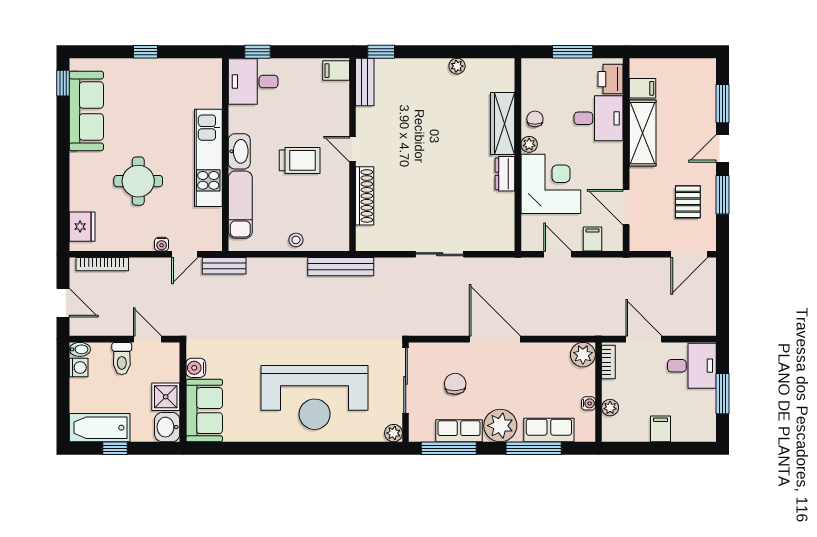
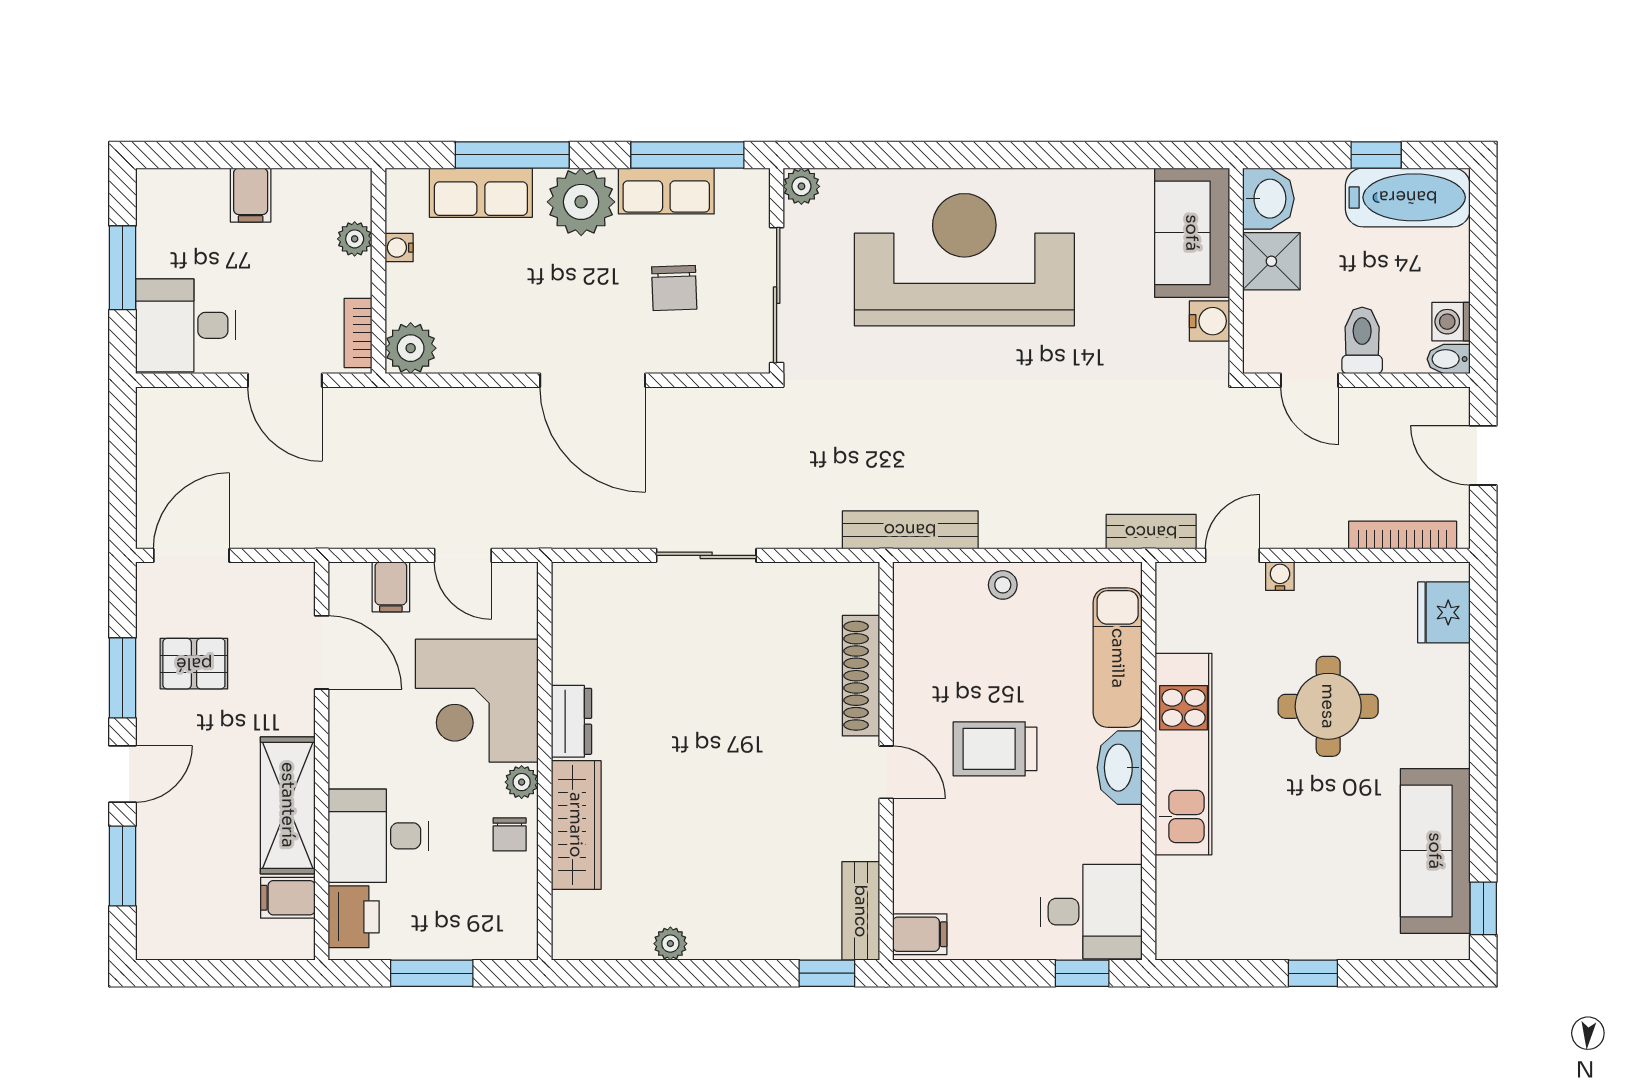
pallet: (688, 202) -> (194, 664), turned 90

